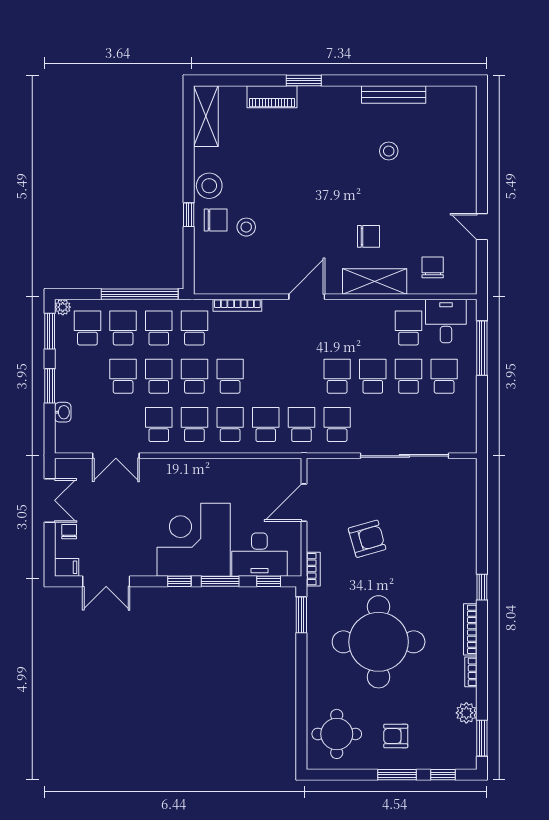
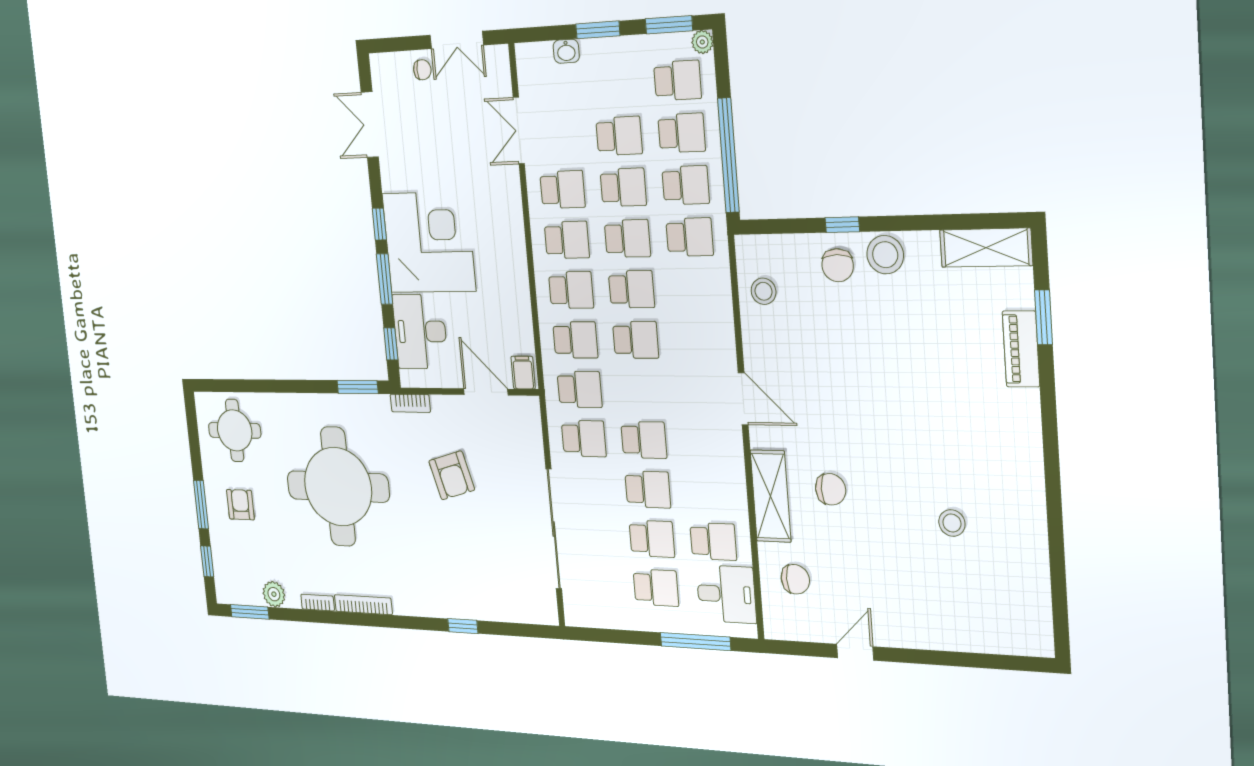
window: (304, 81) -> (1043, 317), moved
bench: (394, 95) -> (1035, 533), removed
stool: (246, 227) -> (764, 291), moved
chair: (368, 236) -> (831, 489), turned -90
bookcase: (237, 305) -> (724, 299), removed
school desk: (266, 376) -> (636, 340), added
filing cabinet: (67, 567) -> (523, 373), moved, turned 180
window: (482, 587) -> (463, 626), moved

